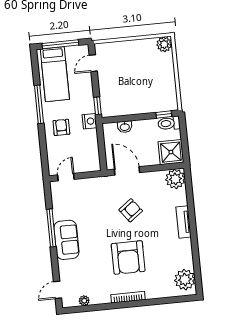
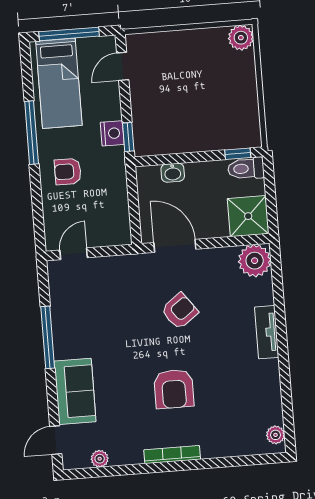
nightstand: (89, 121) -> (112, 133), moved
armchair: (61, 127) -> (68, 172), turned -90
sofa: (66, 240) -> (75, 391), moved
armchair: (128, 257) -> (174, 389), width x0.73, depth x0.73
plant: (185, 280) -> (275, 435), width x0.53, depth x0.53

